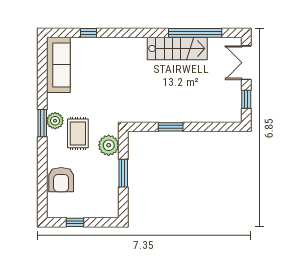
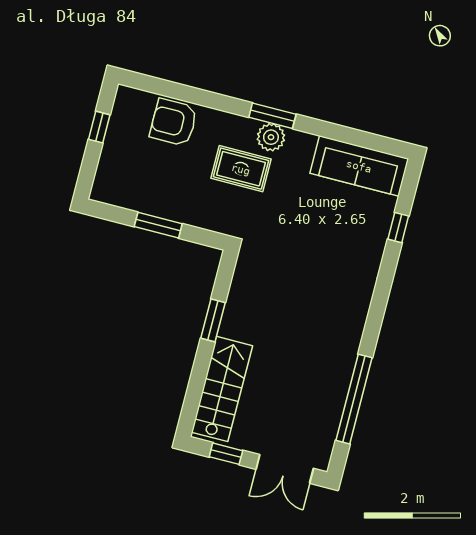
stairs: (177, 48) -> (222, 389), moved, turned 180
double door: (246, 63) -> (285, 469), swing flipped
plant: (109, 145) -> (209, 213), removed

